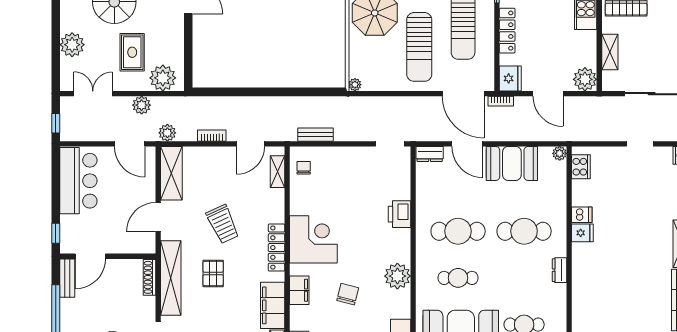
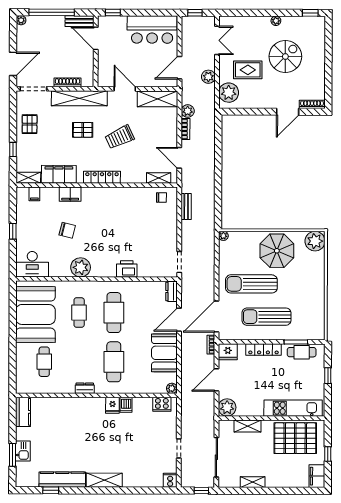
plant: (72, 45) -> (276, 21), moved, width x0.53, depth x0.53
plant: (167, 133) -> (188, 111), moved
corner desk: (313, 239) -> (108, 205), removed
shoe rack: (149, 277) -> (67, 82), moved

